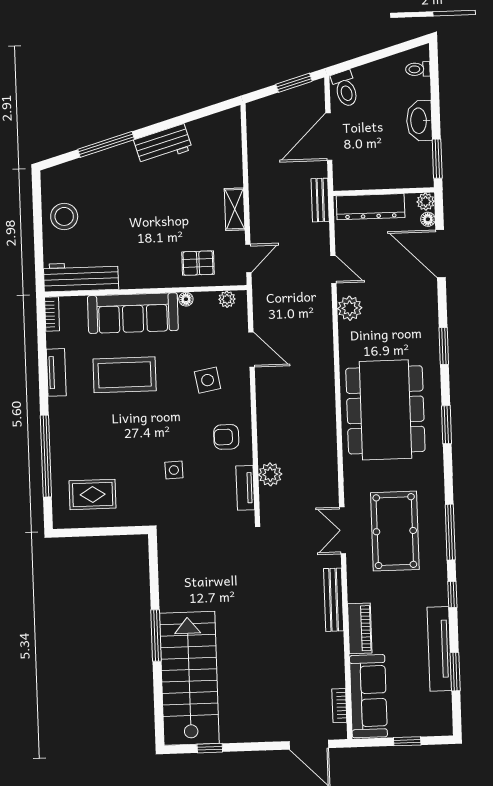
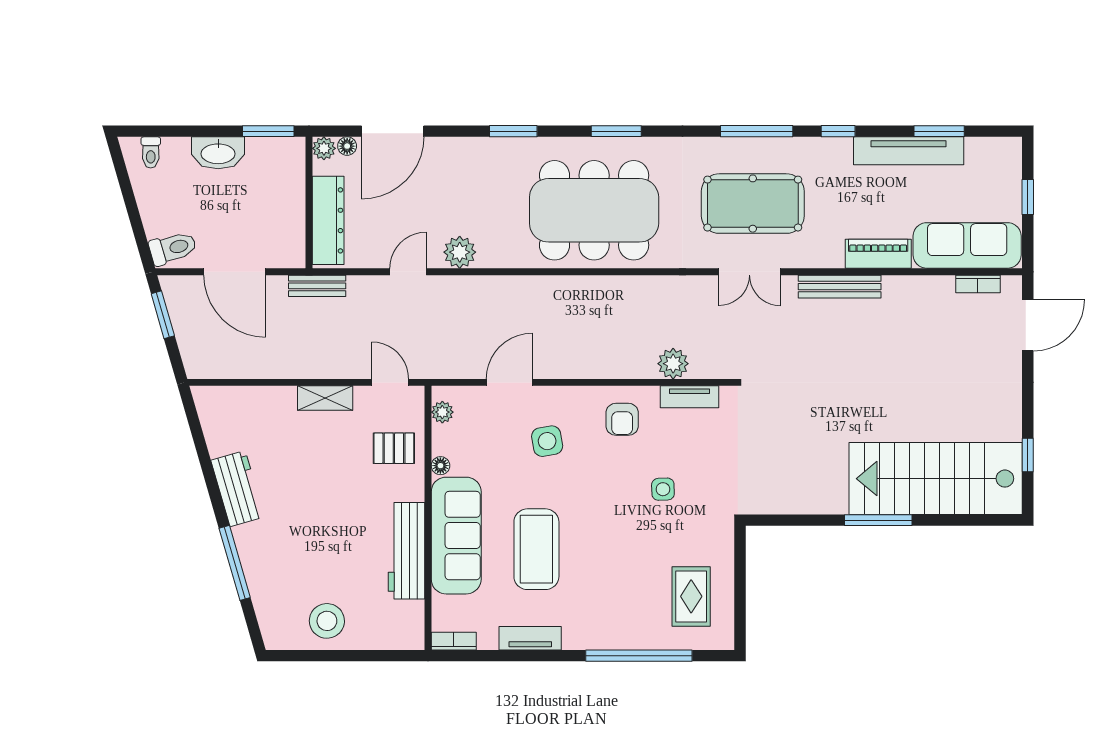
pallet: (198, 263) -> (394, 448), turned 90
workbench: (81, 277) -> (406, 551), moved

